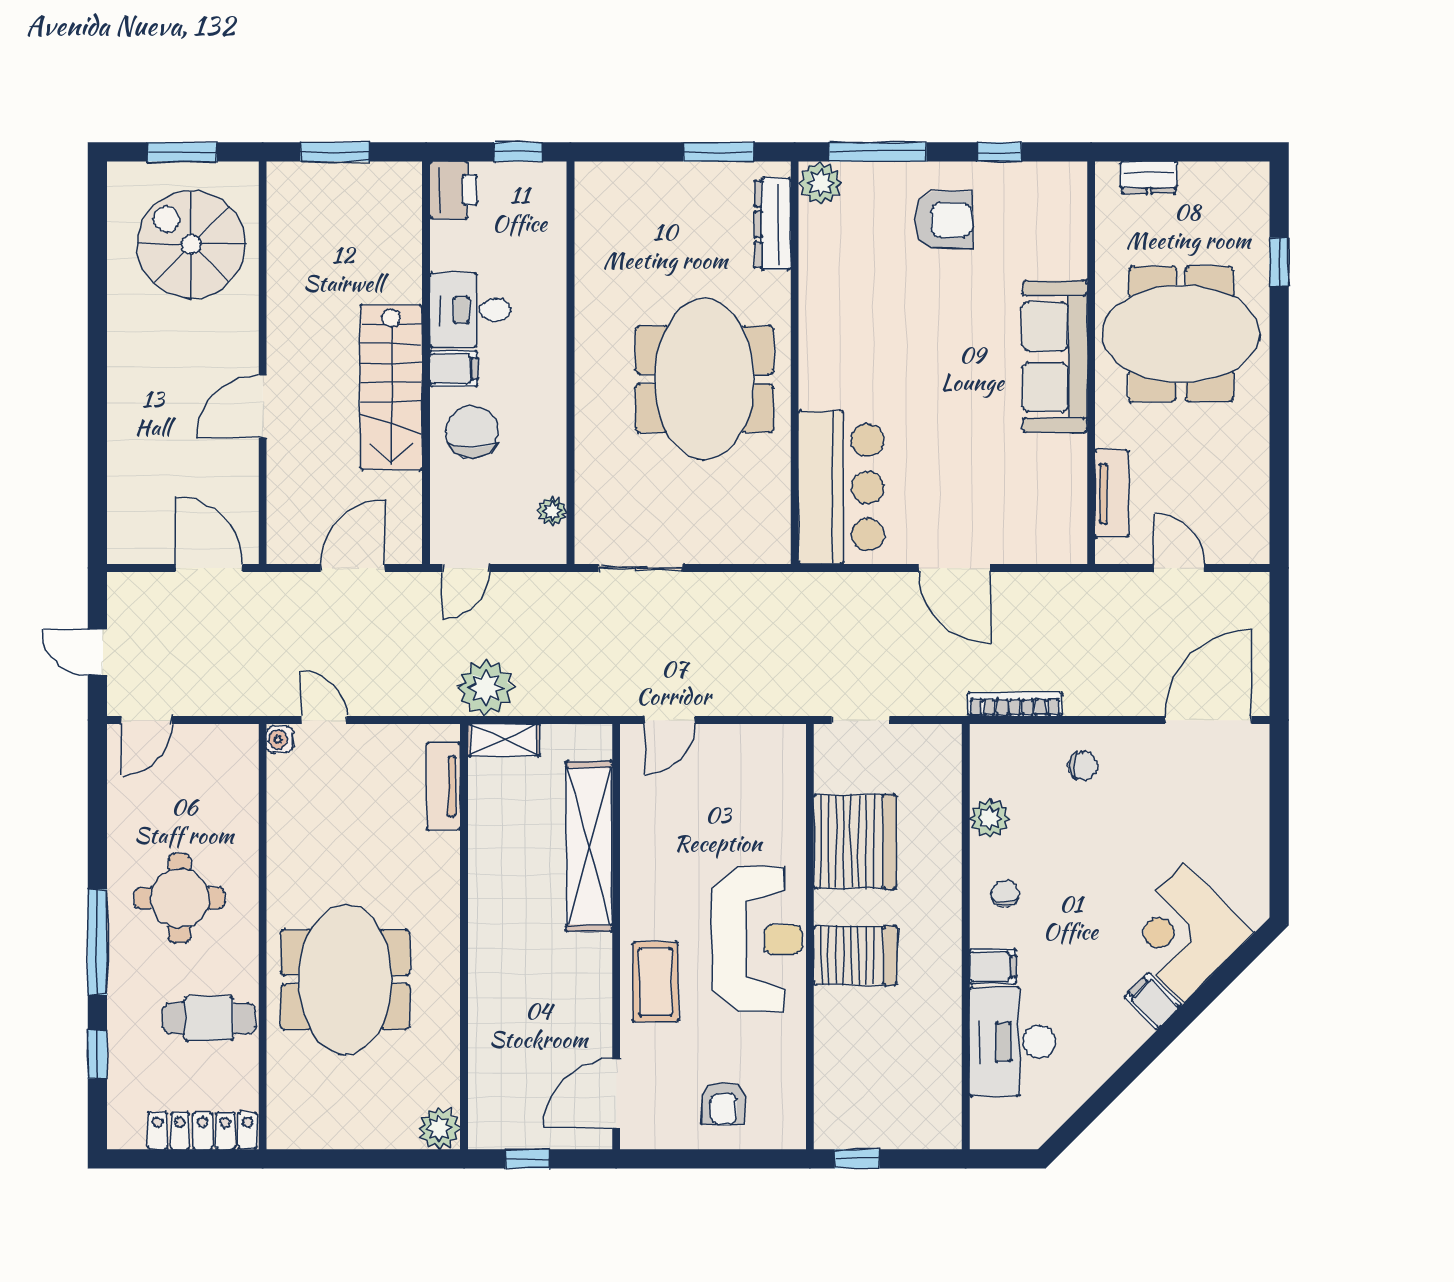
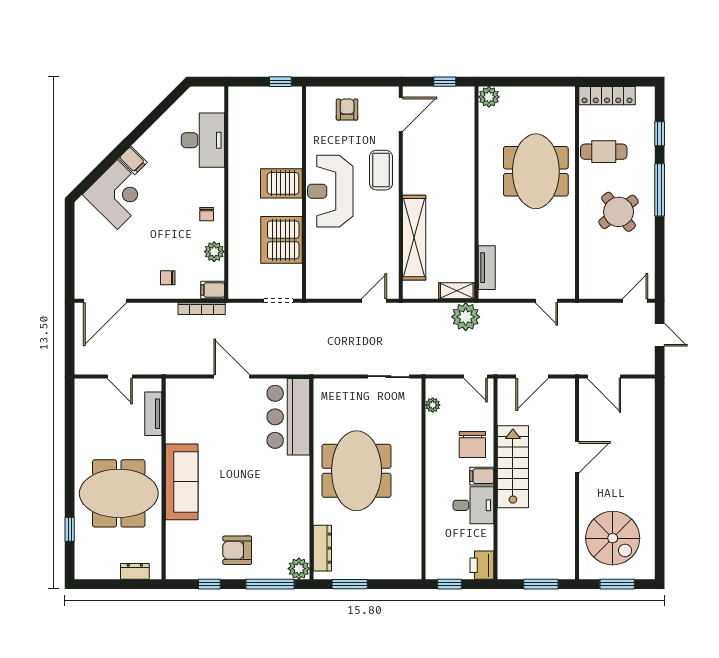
door: (466, 568) -> (476, 377), swing flipped
water cooler: (280, 740) -> (568, 291), removed
round table: (179, 898) -> (619, 212), turned -38
filing cabinet: (993, 966) -> (213, 290), moved

